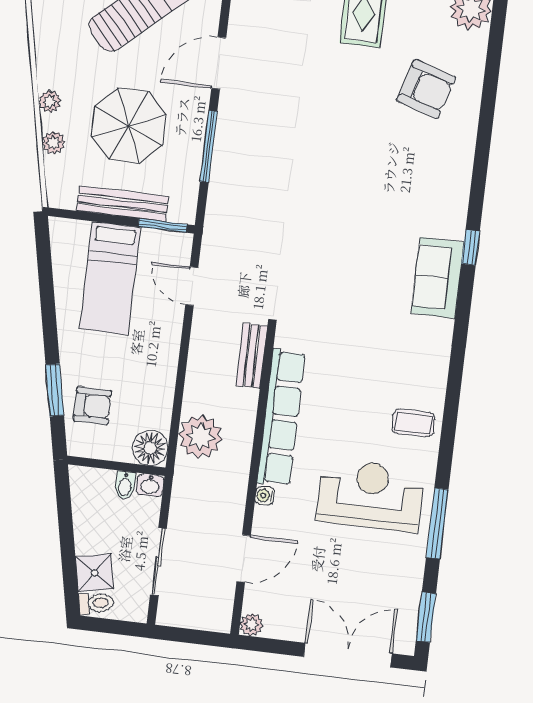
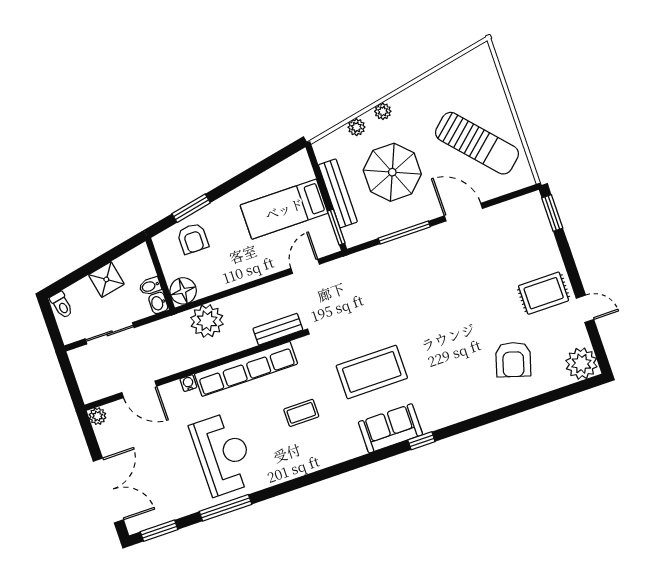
coffee table: (358, 267) -> (372, 372), added
coffee table: (413, 423) -> (301, 413), moved, turned 90
shower: (95, 573) -> (106, 279), moved

